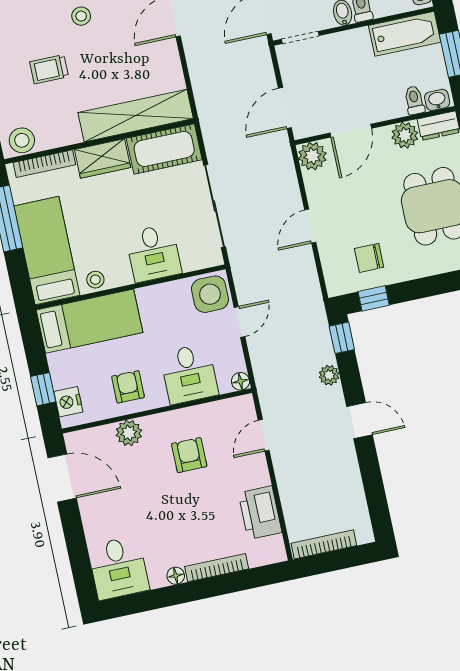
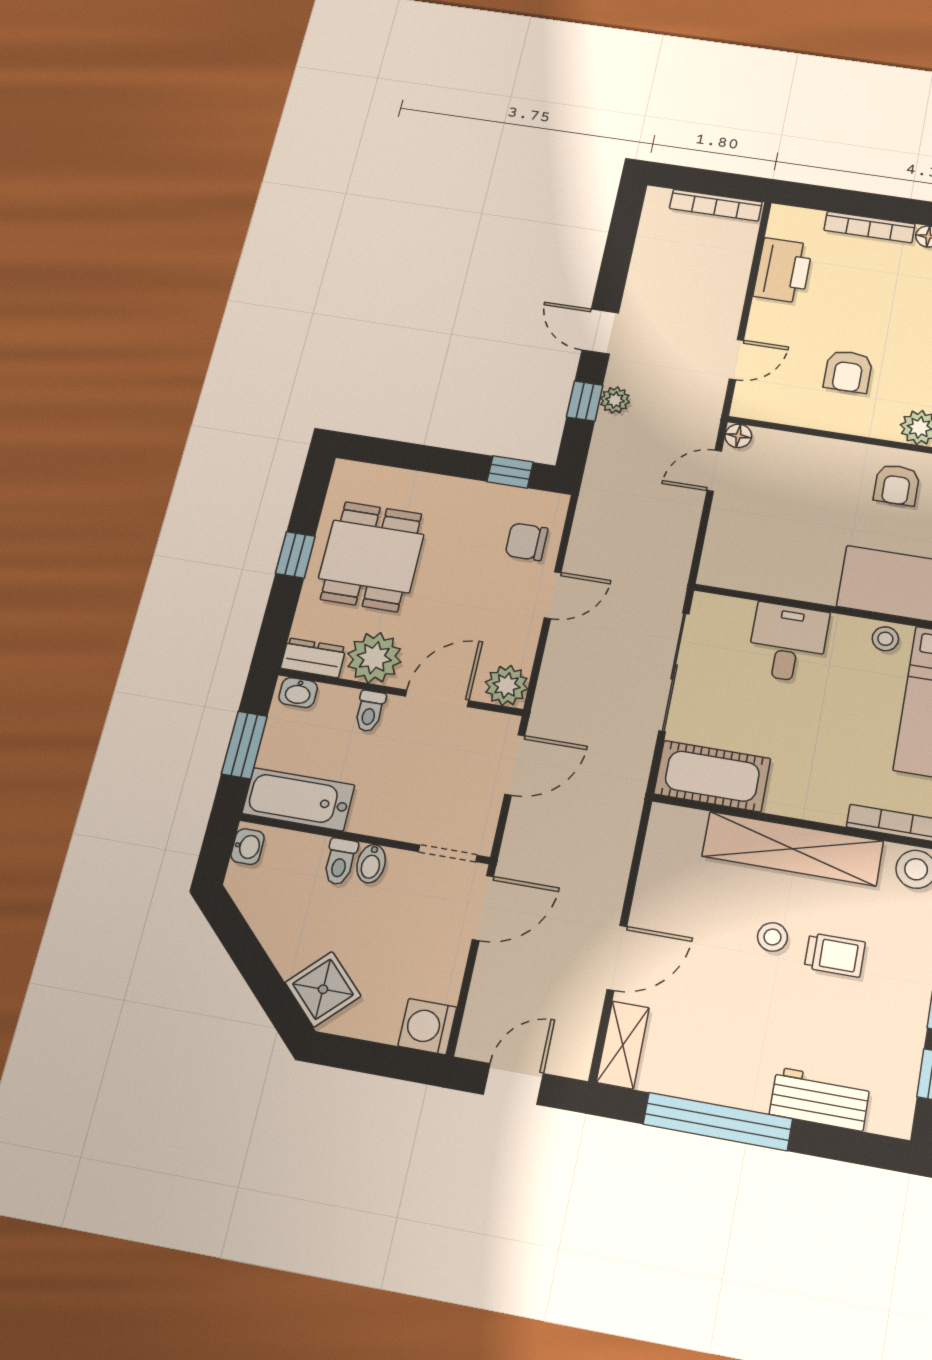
stool: (81, 16) -> (772, 937), moved
toilet: (414, 100) -> (370, 711), moved
shelving: (136, 116) -> (793, 849), moved
plant: (405, 135) -> (374, 658), width x1.36, depth x1.36
wardrobe: (102, 158) -> (807, 798), removed
chair: (369, 258) -> (526, 542), moved, turned 180
side table: (210, 294) -> (731, 560), removed
door: (239, 322) -> (714, 471), moved
window: (342, 338) -> (585, 401), moved
desk: (189, 374) -> (805, 470), removed

